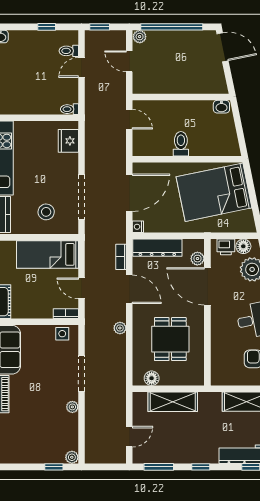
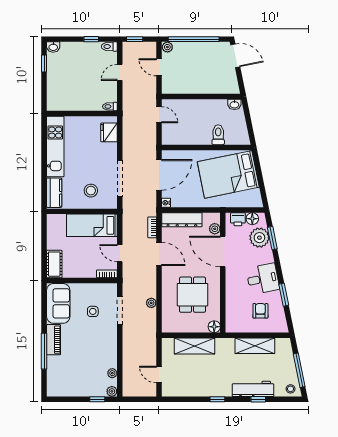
toilet: (69, 51) -> (109, 47), moved
toilet: (181, 144) -> (218, 135), moved
plant: (120, 328) -> (151, 303), moved
side table: (62, 334) -> (93, 311), moved
doorway: (81, 373) -> (120, 311), moved
floor lamp: (152, 378) -> (214, 327), moved
plant: (72, 407) -> (112, 373), moved
door: (129, 437) -> (159, 375), swing flipped
window: (159, 467) -> (183, 399), removed

